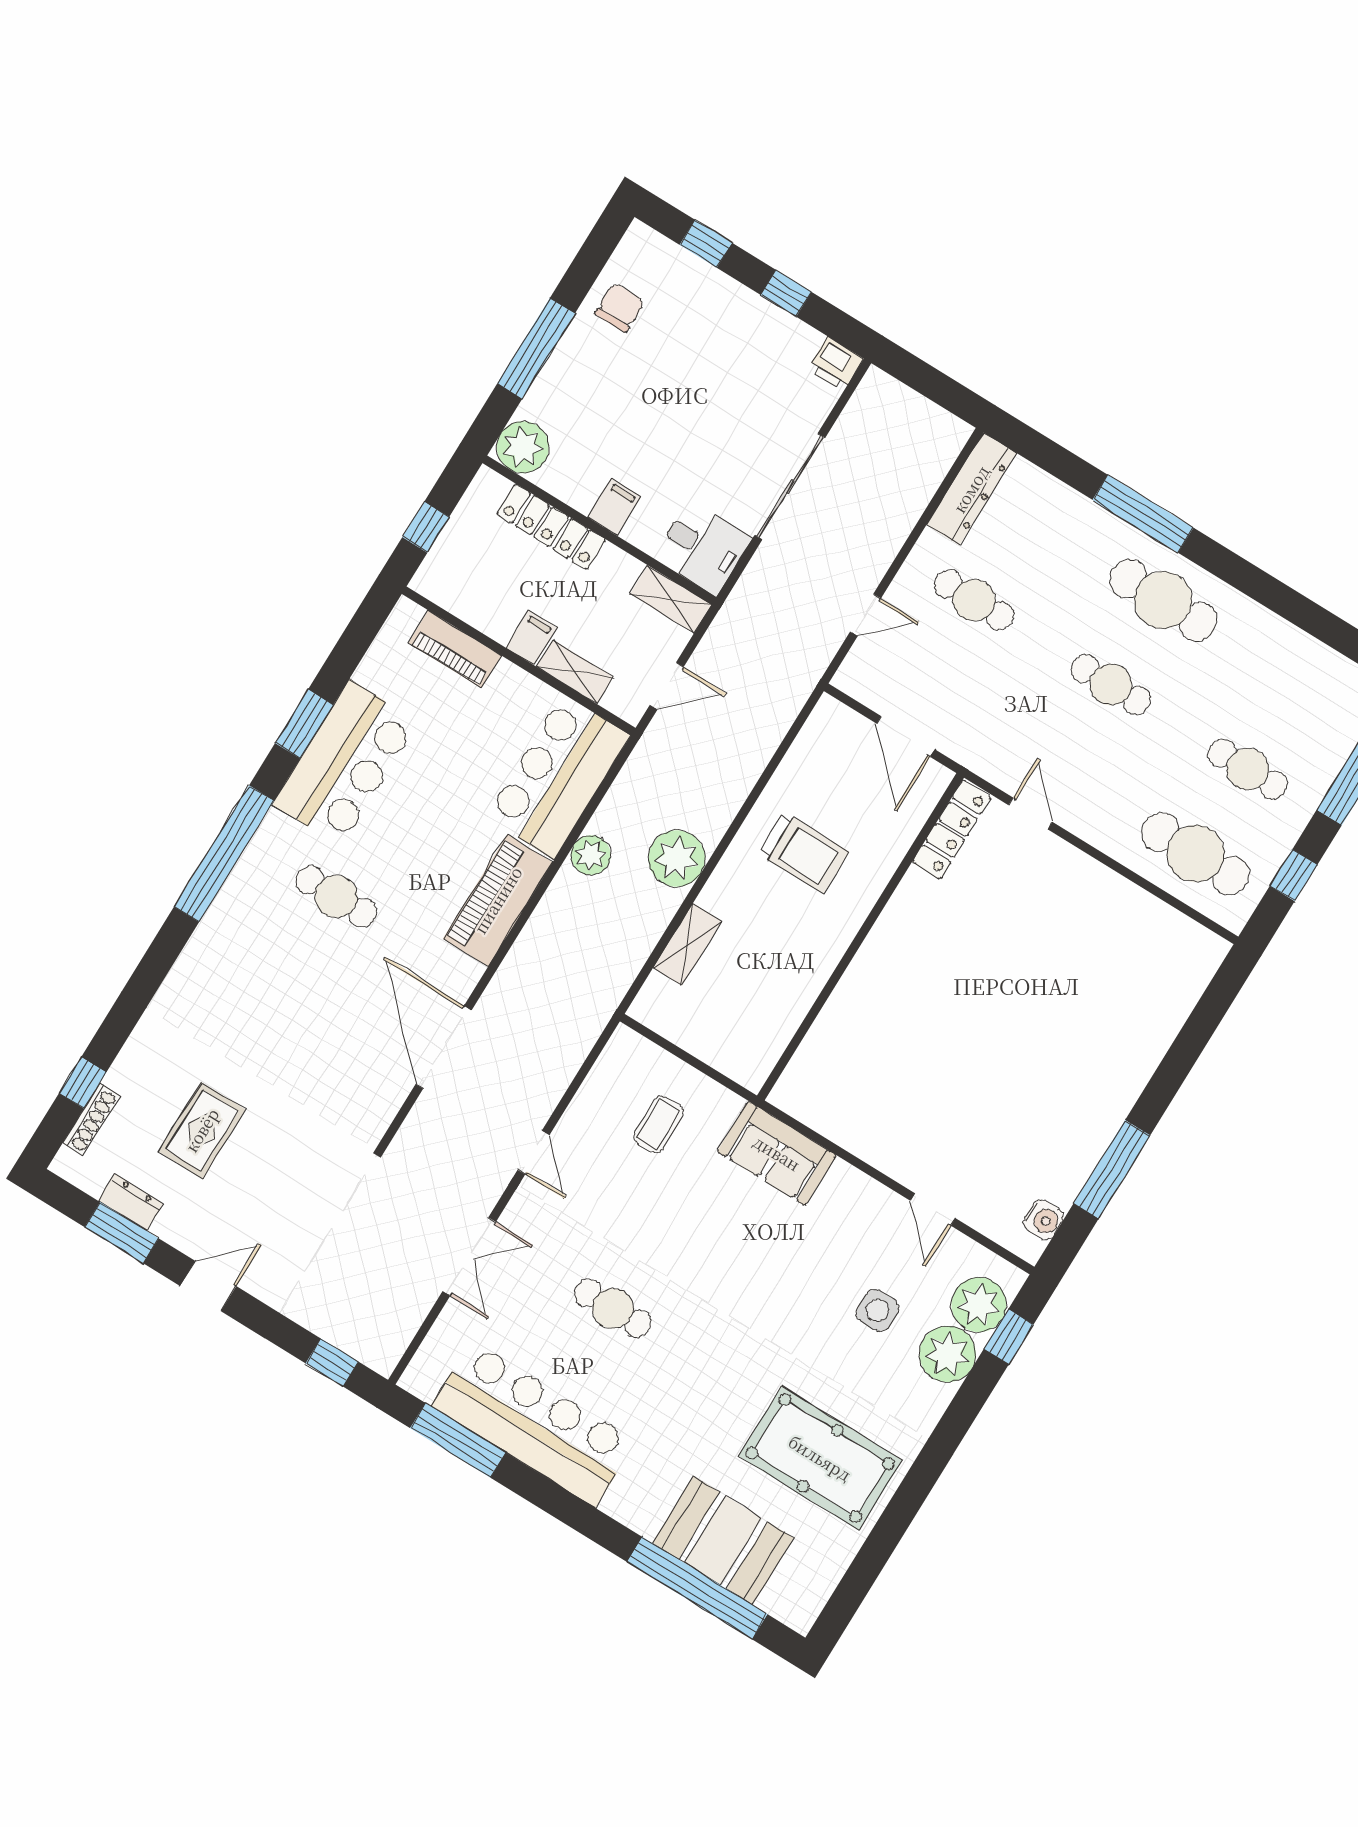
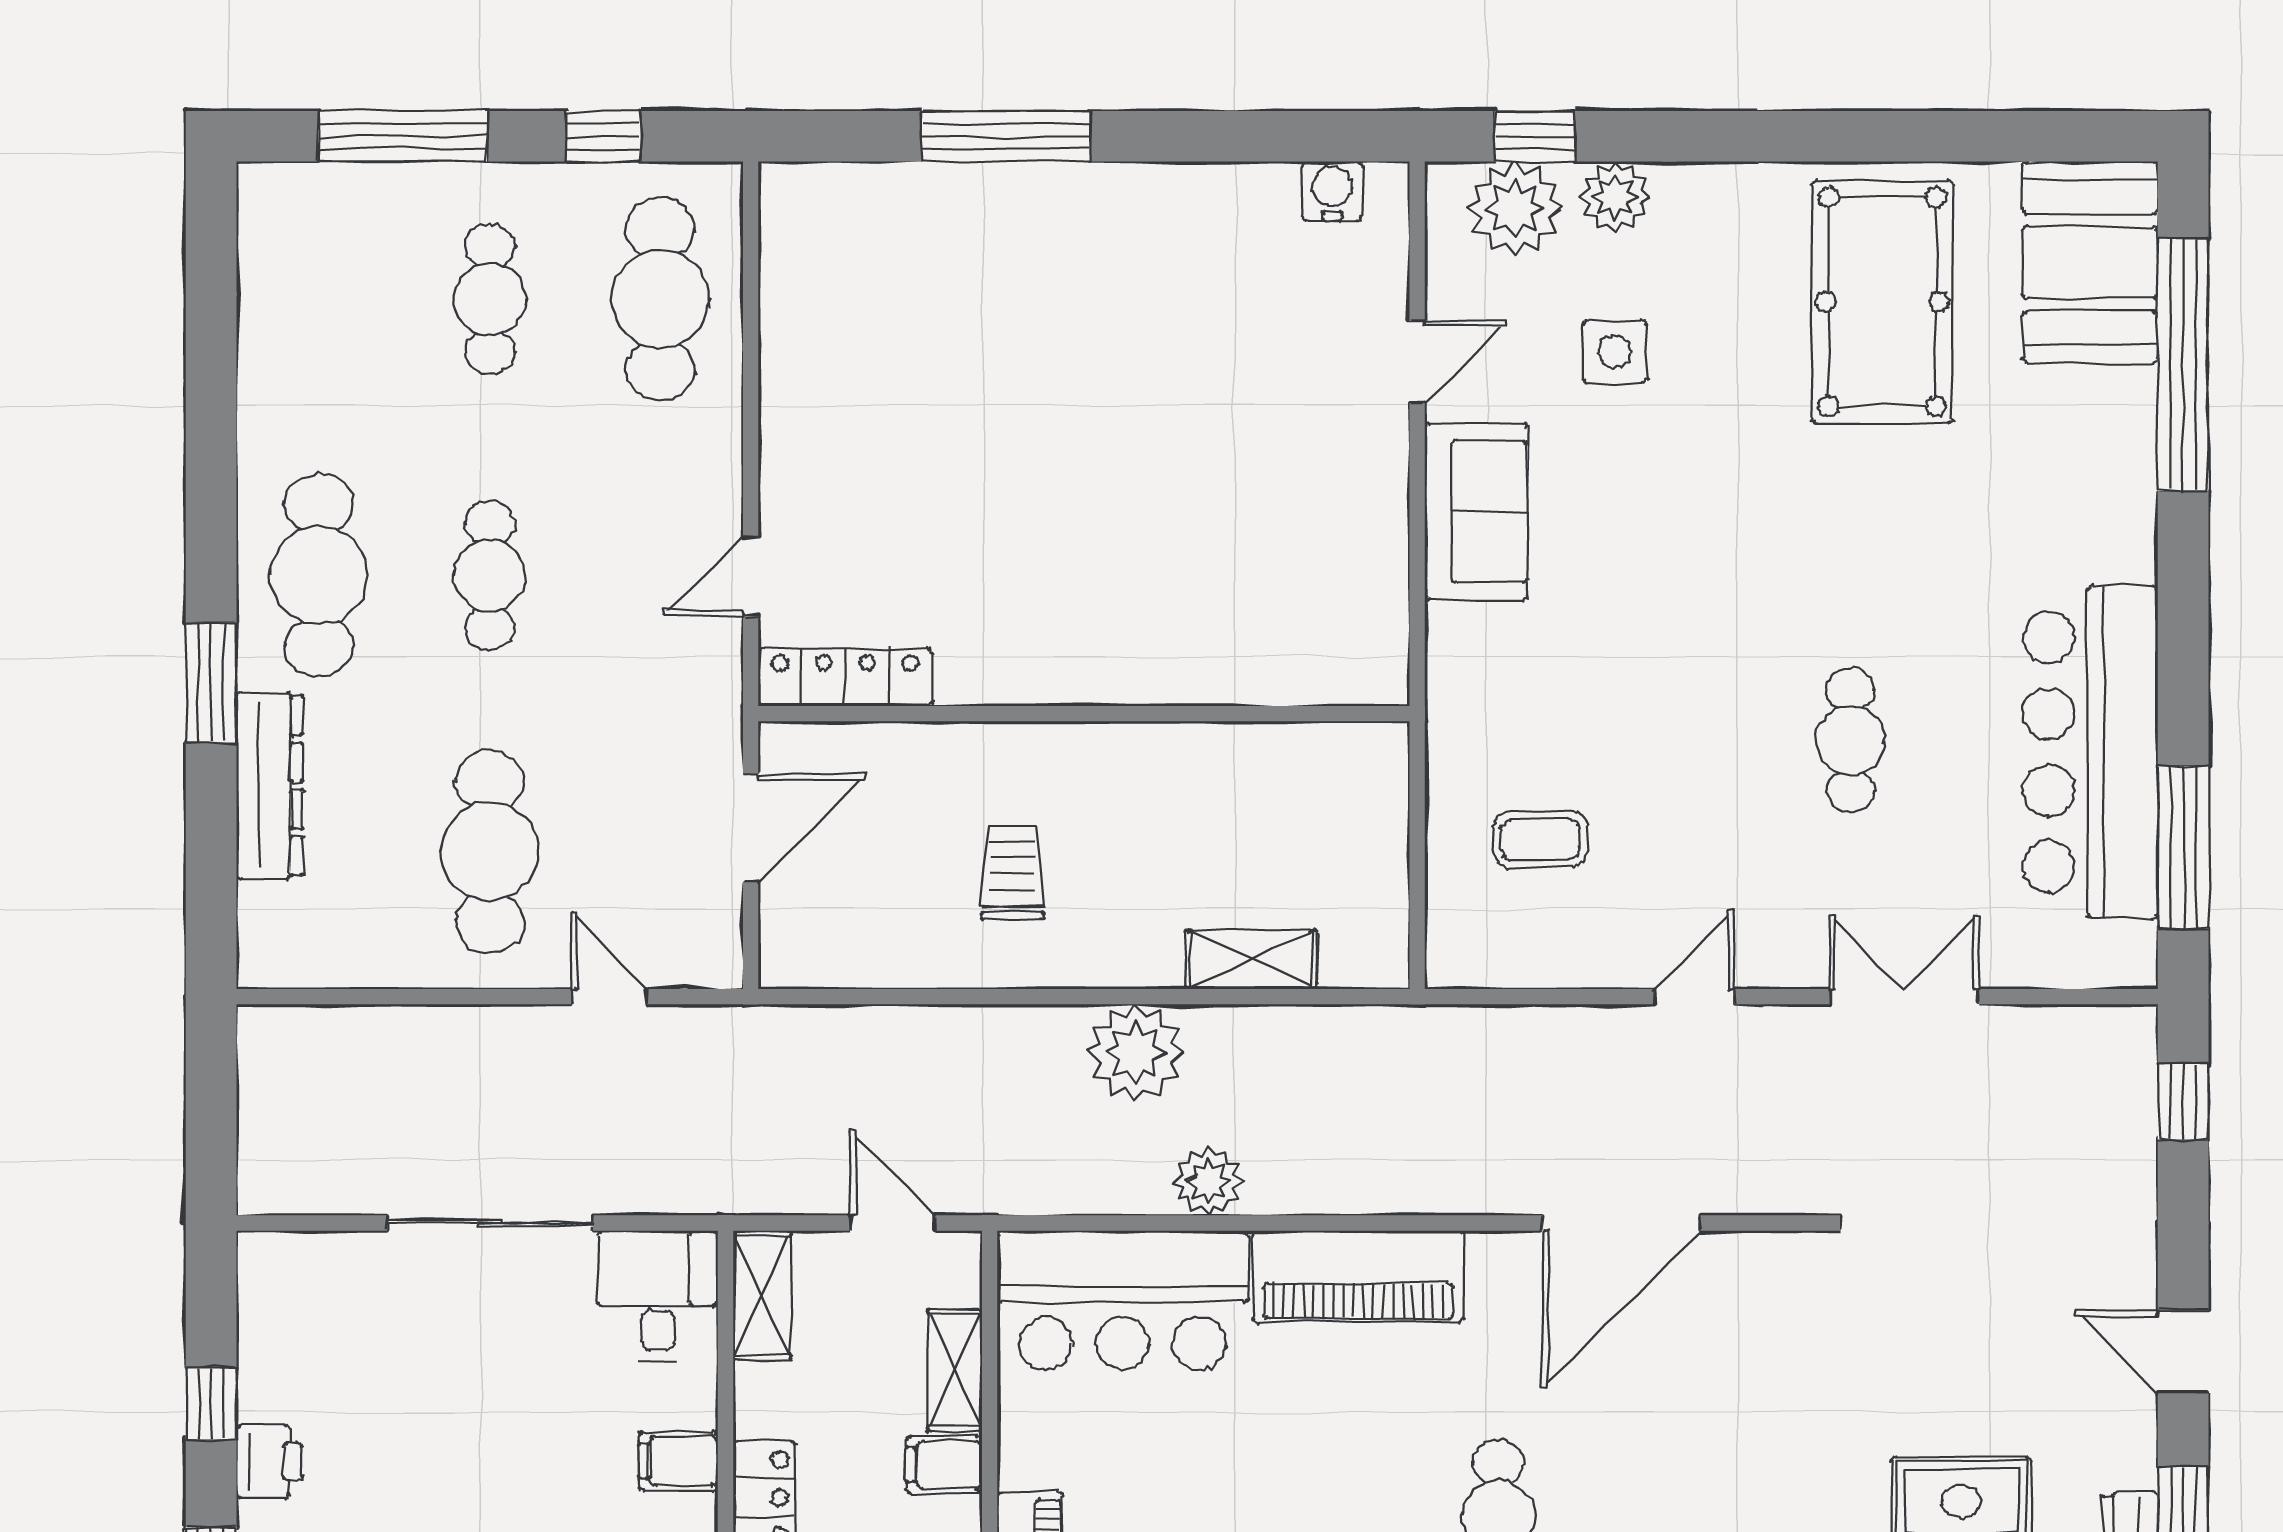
printer: (836, 364) -> (269, 1461), moved
dresser: (971, 489) -> (270, 786), moved, turned 90
window: (1143, 514) -> (211, 683), width x0.69
cafe table: (974, 600) -> (490, 852), width x1.37, depth x1.35
trolley: (804, 853) -> (1013, 872), width x0.73, depth x0.72
sofa: (777, 1153) -> (1476, 511), moved
window: (1112, 1169) -> (1006, 136), moved
plant: (948, 1354) -> (1615, 197), width x0.73, depth x0.73
booth: (723, 1541) -> (2090, 262), moved

